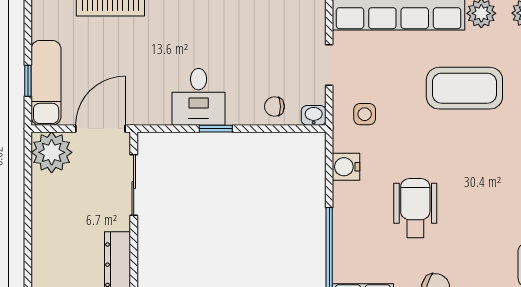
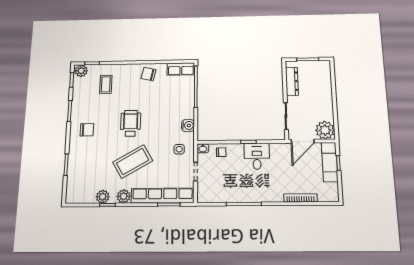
coffee table: (464, 88) -> (133, 162), turned -30
wheelchair: (415, 208) -> (131, 123), moved, turned 180

